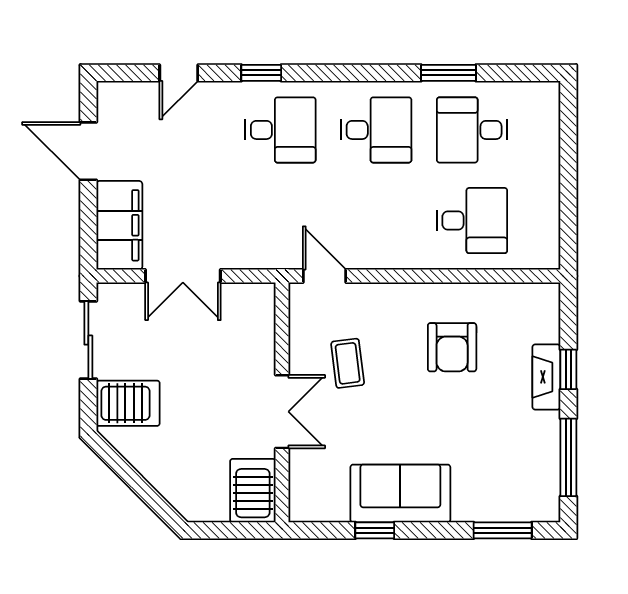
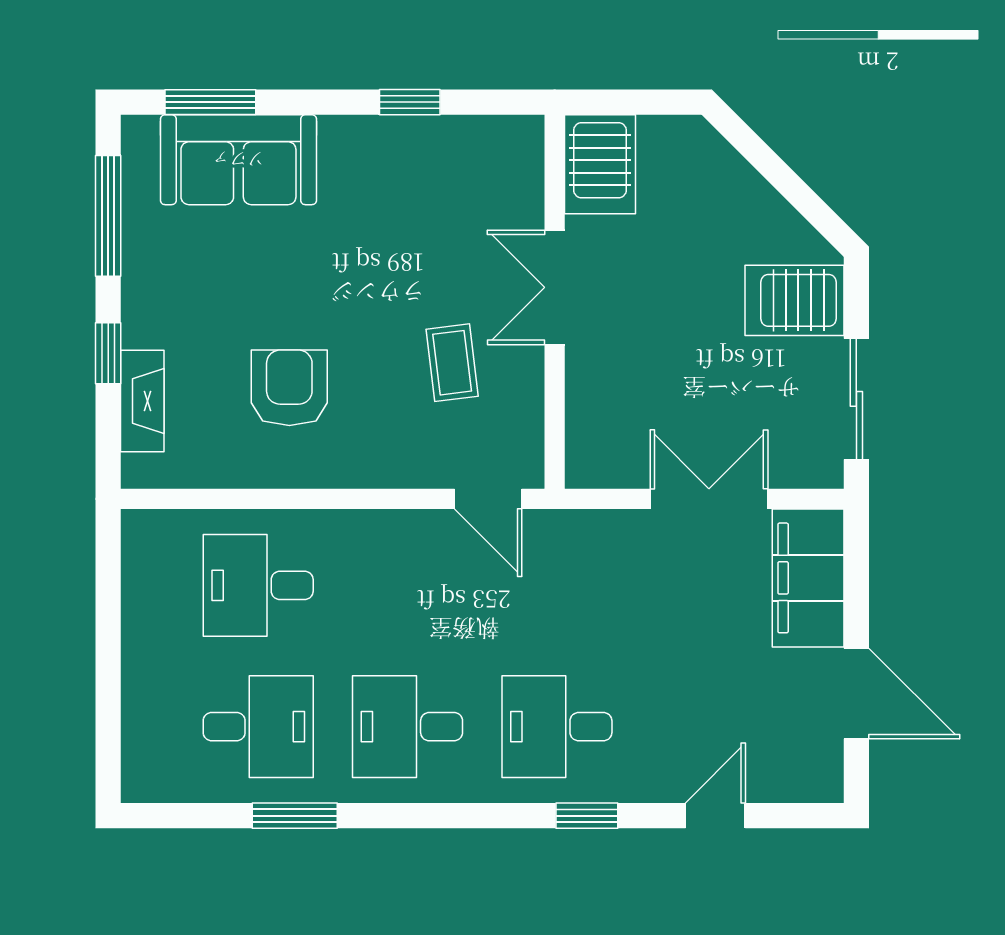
fireplace: (546, 377) -> (142, 401), moved
sofa: (400, 493) -> (238, 160), moved

